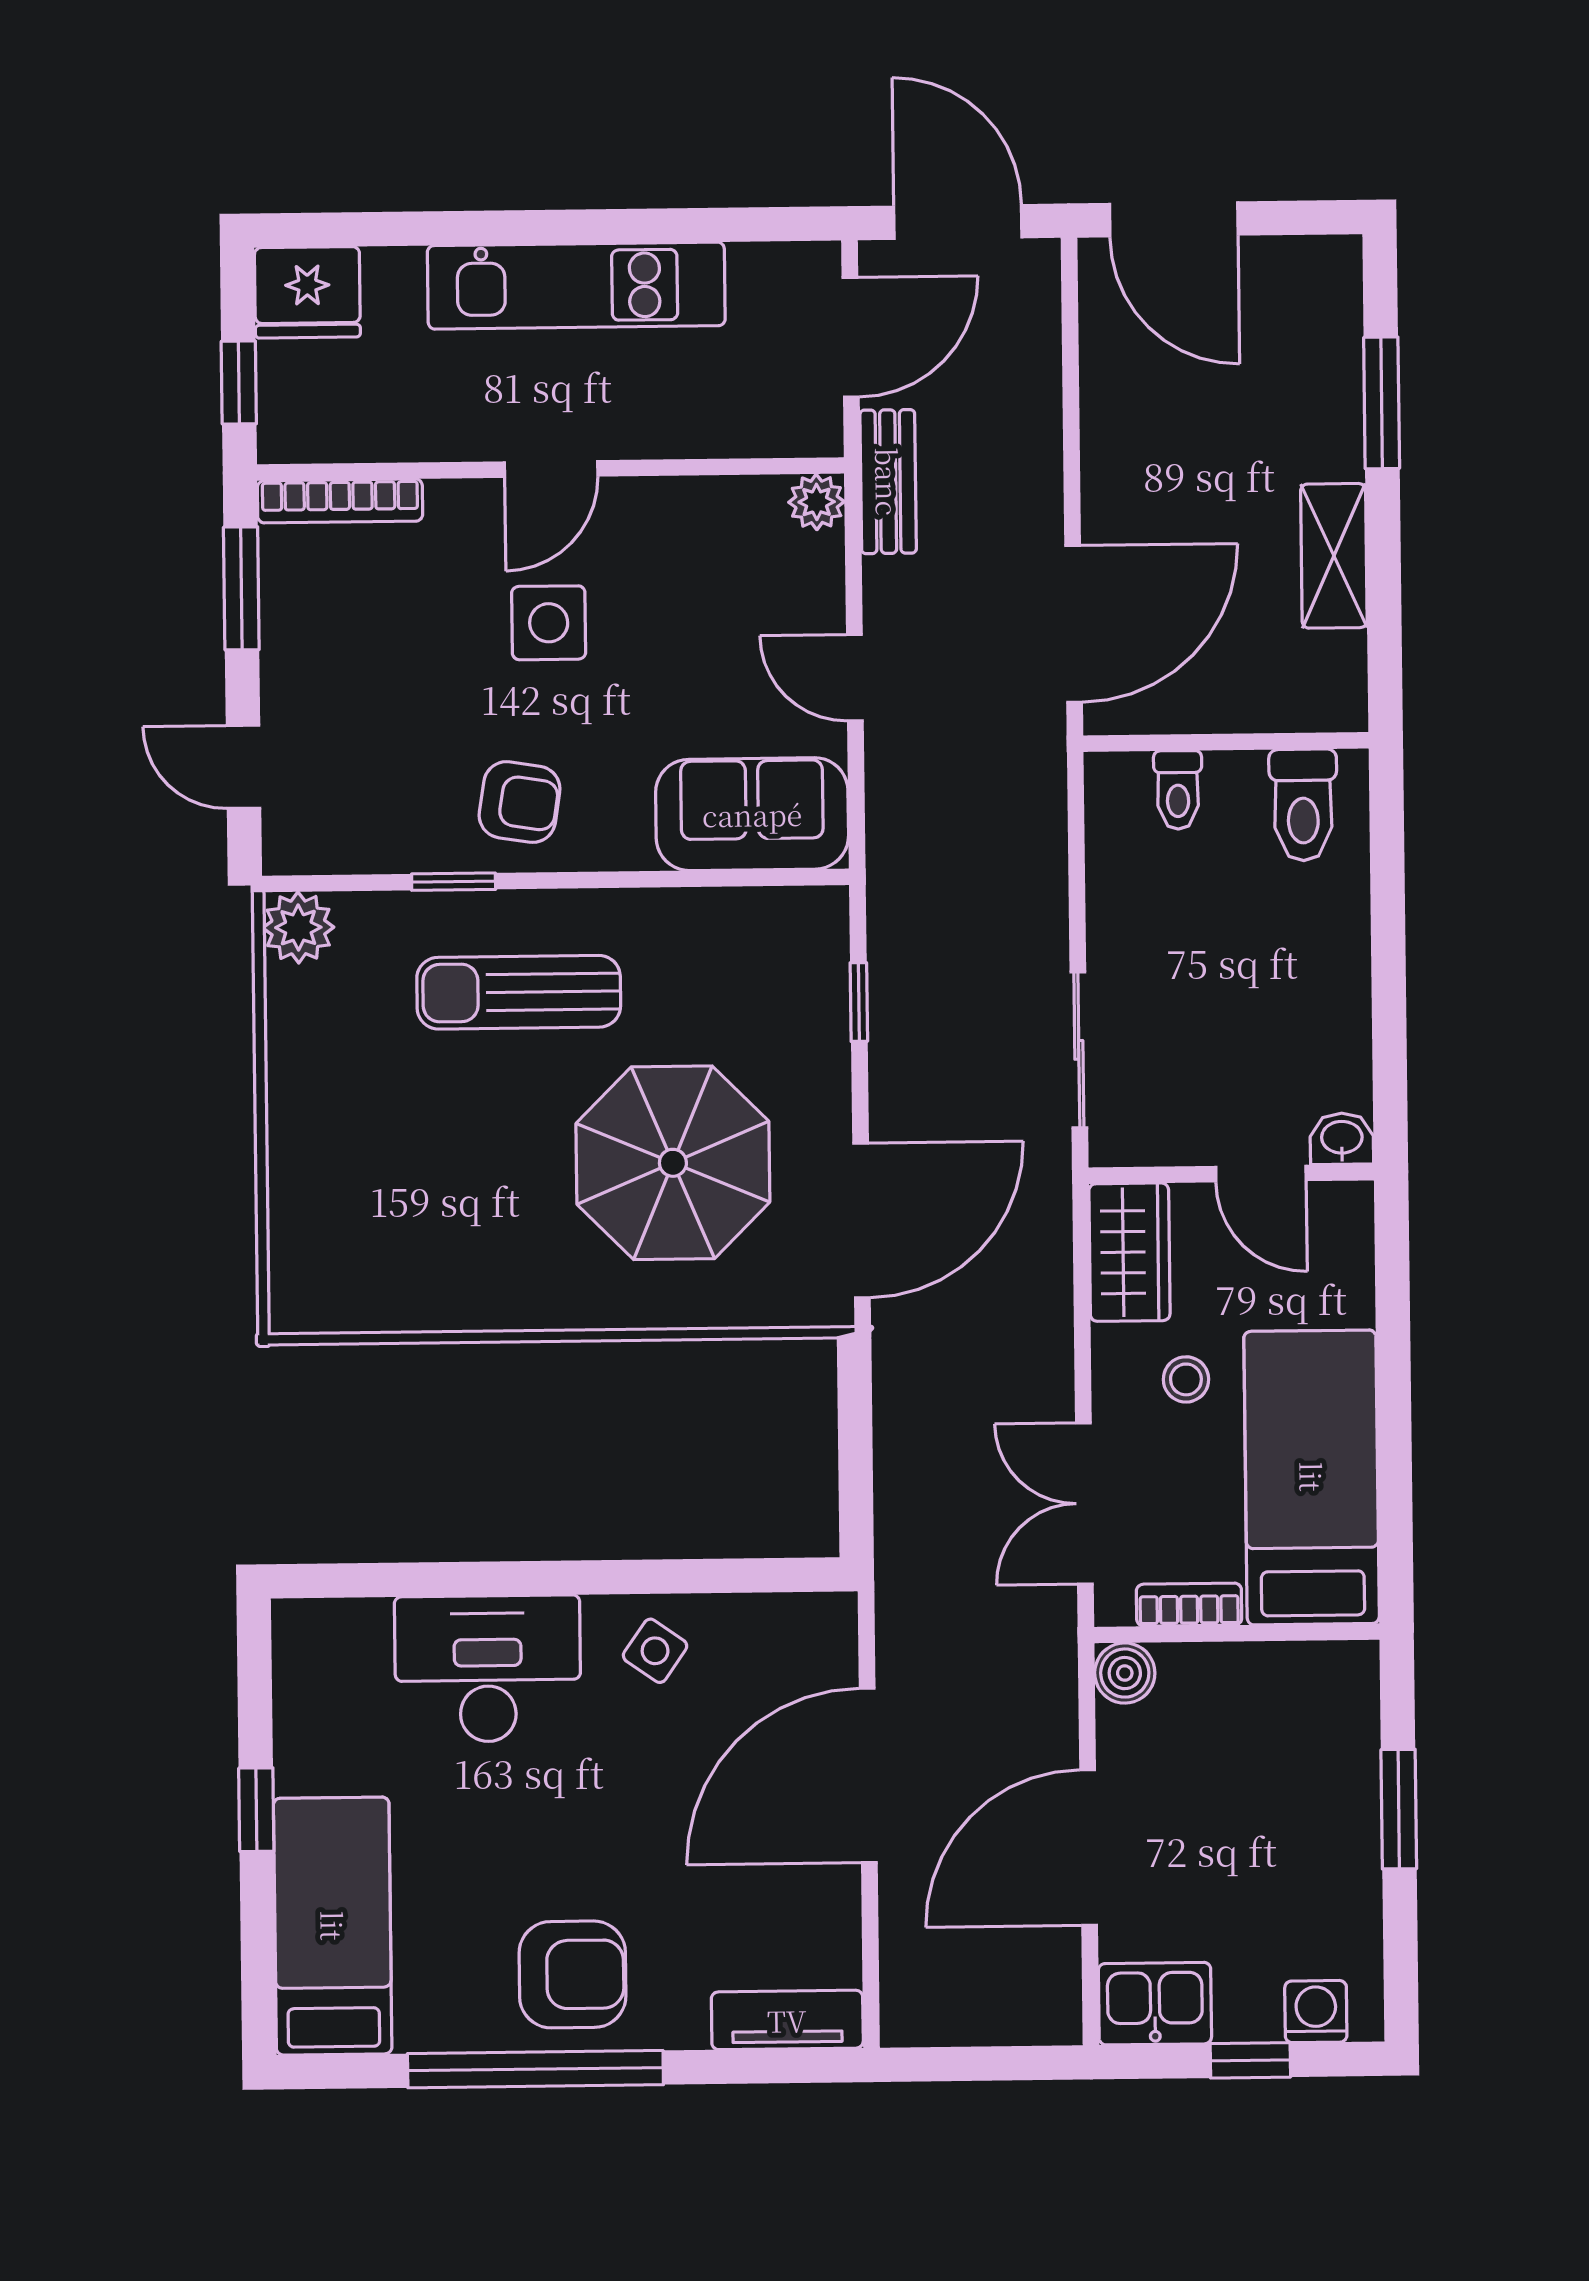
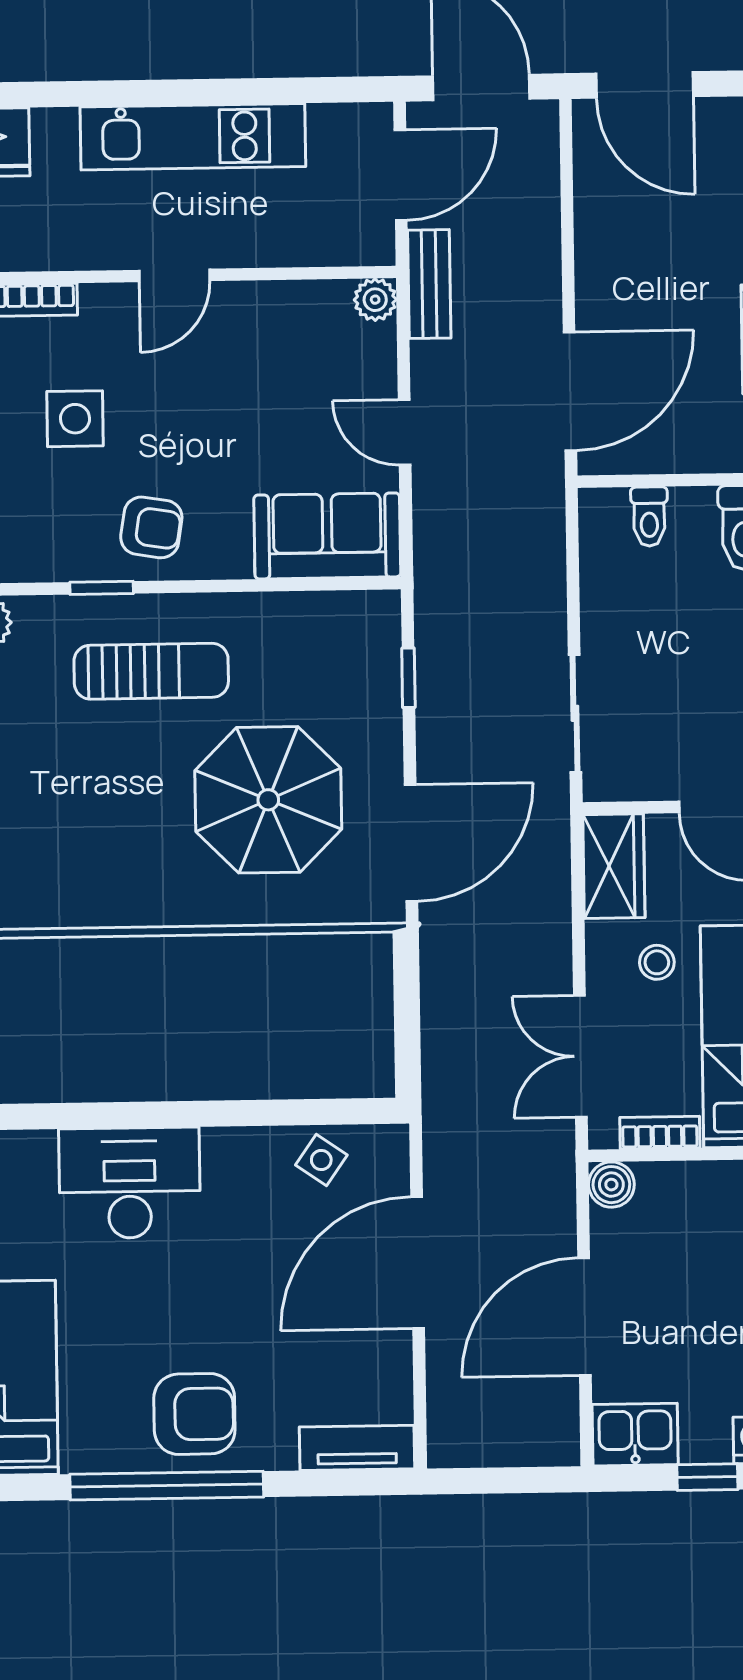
side table: (549, 623) -> (75, 419), moved
sun lounger: (519, 992) -> (151, 671), turned 180
side table: (655, 1651) -> (321, 1160), moved

